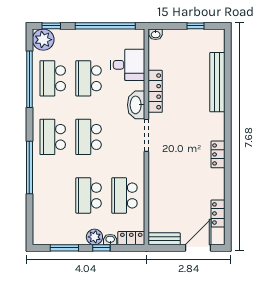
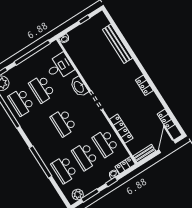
locker: (155, 91) -> (121, 129), moved
school desk: (53, 137) -> (64, 170), moved
plant: (94, 237) -> (78, 195), moved

